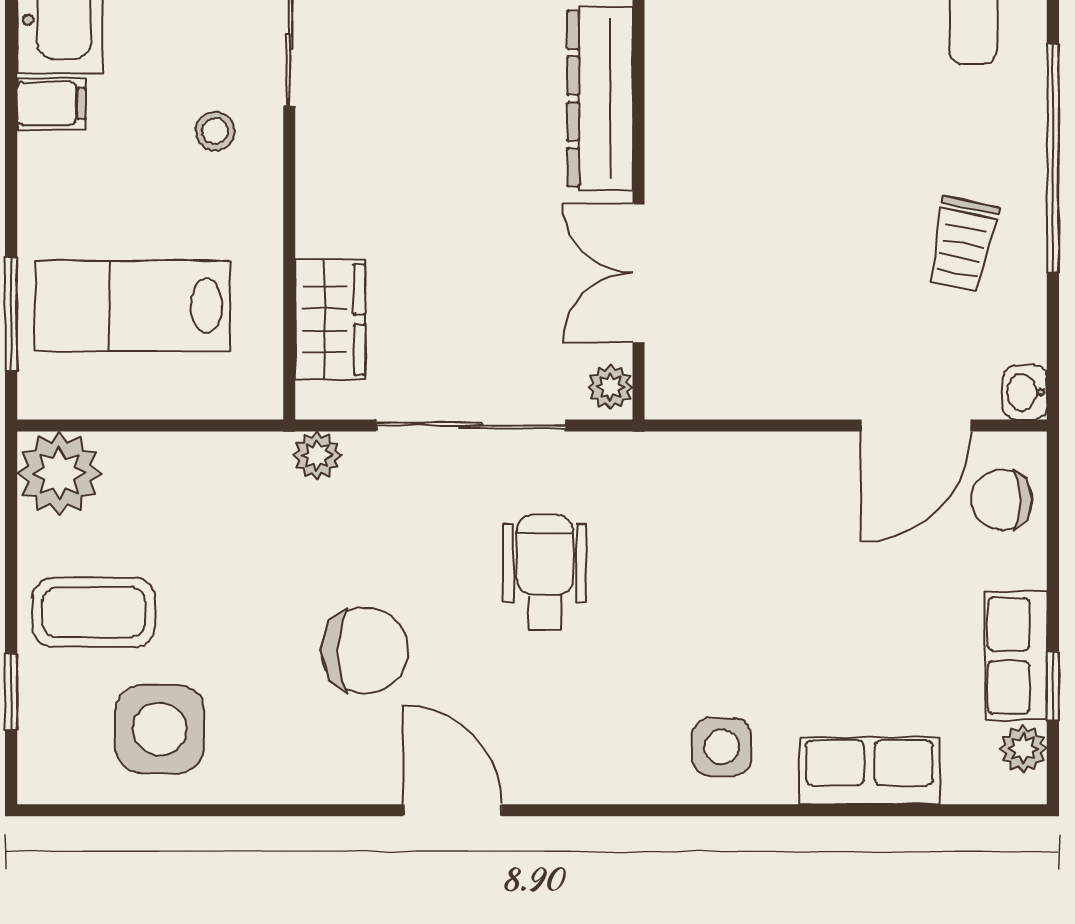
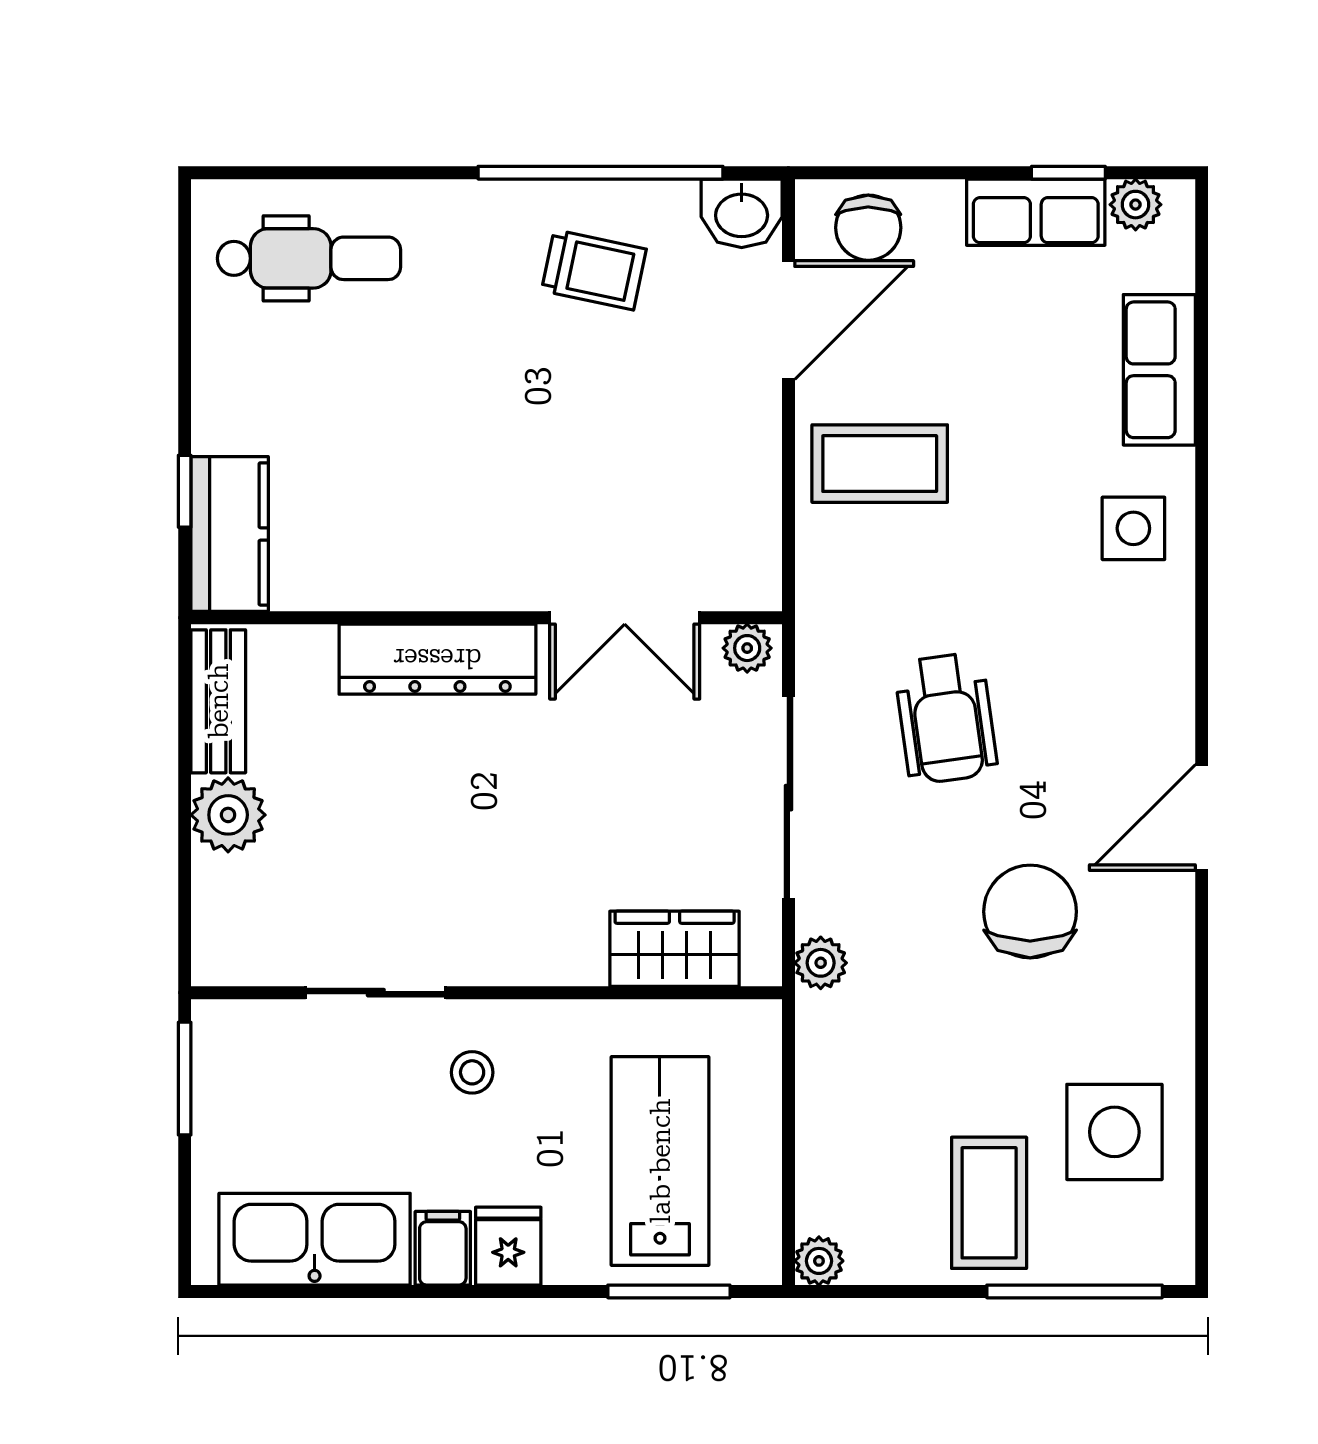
window: (1053, 158) -> (601, 173), moved
fridge: (53, 165) -> (508, 1246), added
lab bench: (133, 306) -> (660, 1161), turned 180
washbasin: (1025, 392) -> (742, 213), width x1.38, depth x1.45
door: (916, 426) -> (788, 320), hinge flipped
plant: (59, 474) -> (819, 1261), width x0.53, depth x0.53
coffee table: (782, 510) -> (880, 464), added
wheelchair: (545, 572) -> (946, 718), turned -98
window: (11, 692) -> (1075, 1291), width x2.17

